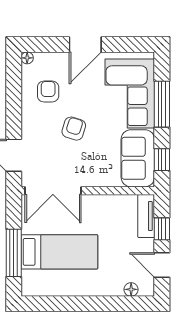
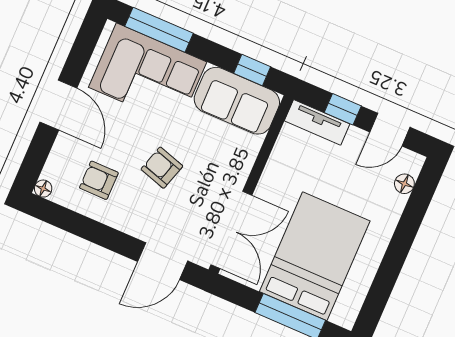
window: (162, 104) -> (159, 30), moved
bed: (59, 252) -> (315, 256), width x1.50

